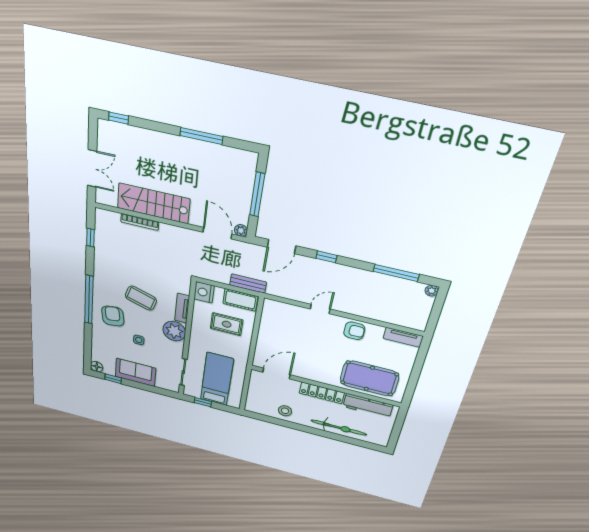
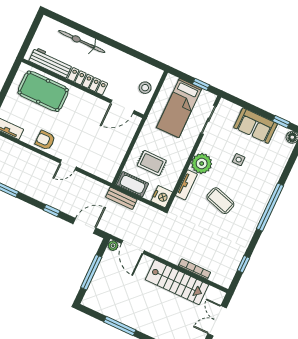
armchair: (113, 316) -> (254, 187), removed
stool: (285, 411) -> (145, 88), moved

